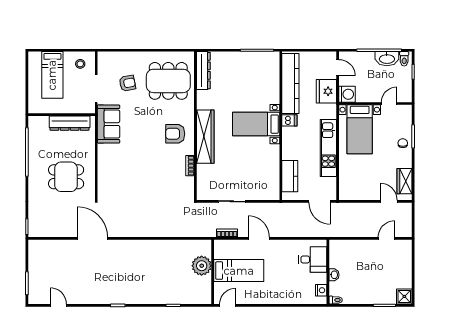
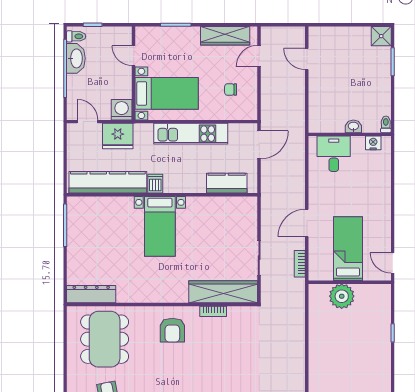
door: (338, 68) -> (87, 122), hinge flipped
wardrobe: (205, 137) -> (223, 292), moved
chair: (403, 143) -> (231, 90), moved
wardrobe: (405, 181) -> (225, 36), width x1.50

